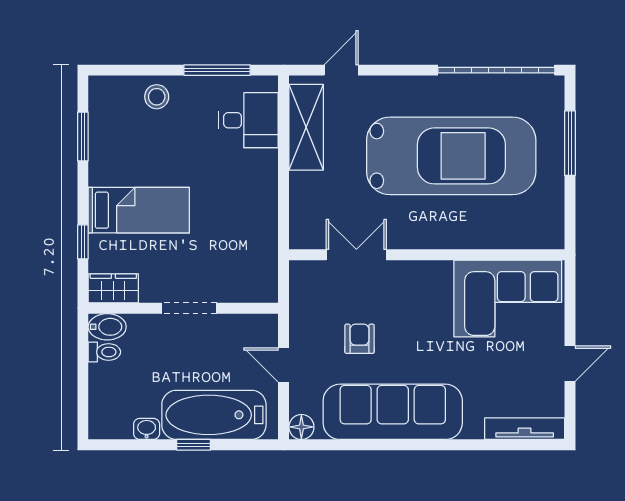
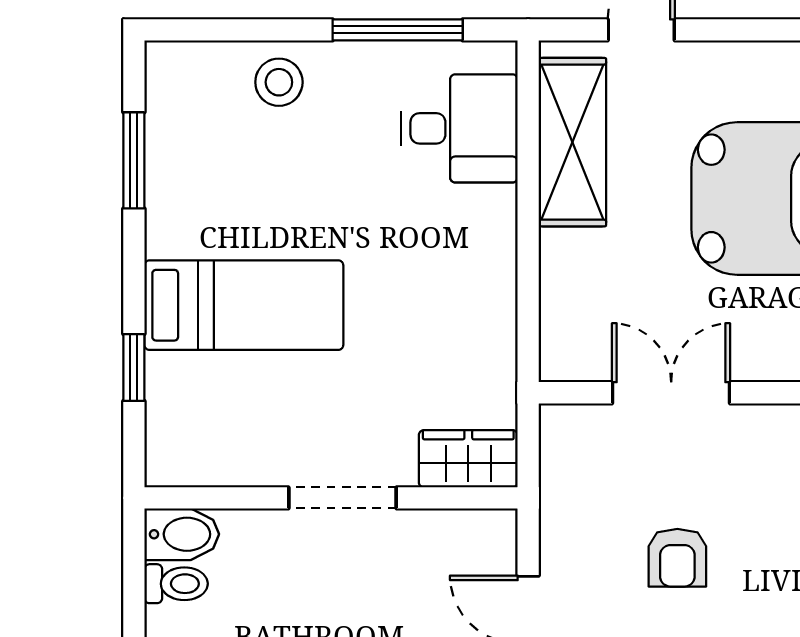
wardrobe: (113, 288) -> (468, 459), moved
armchair: (360, 339) -> (677, 558), turned 180

